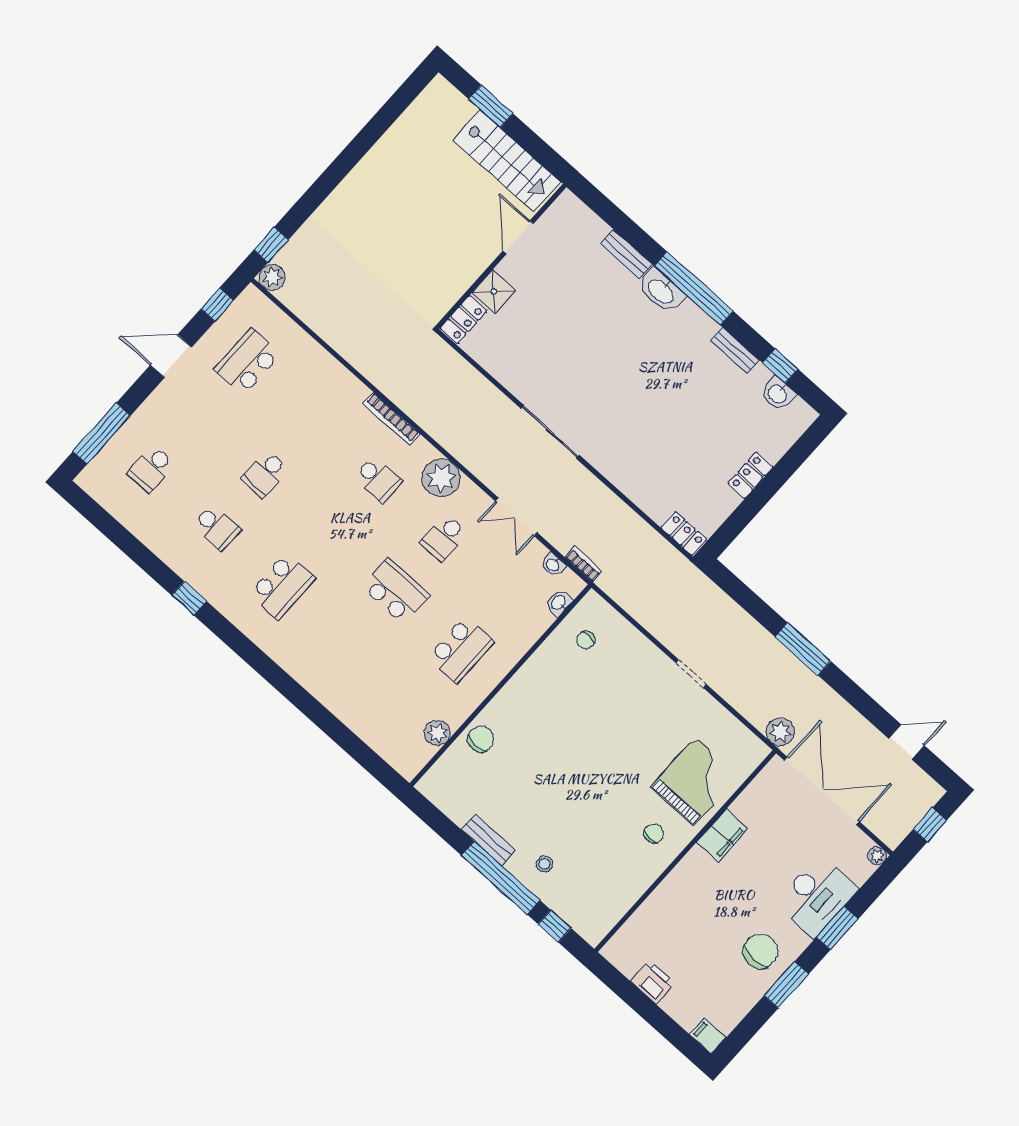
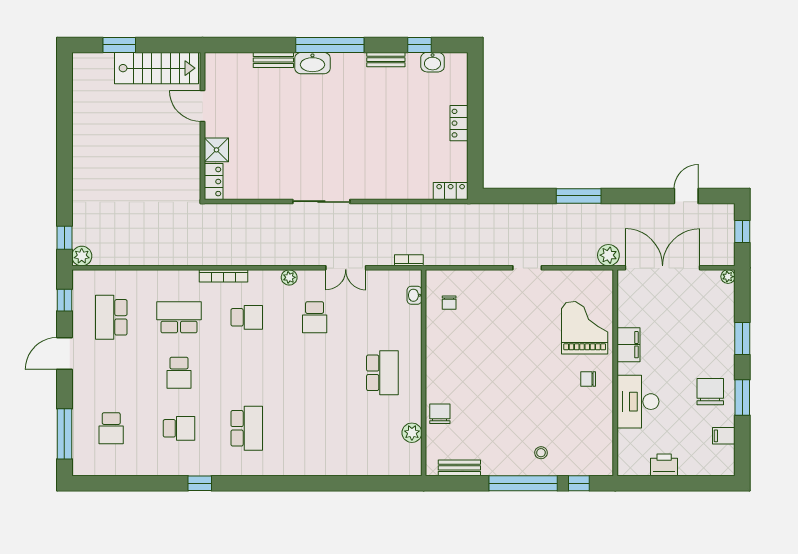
plant: (441, 478) -> (289, 277), width x0.53, depth x0.53
washbasin: (553, 565) -> (392, 276), removed
school desk: (395, 591) -> (179, 317), moved
chair: (654, 834) -> (588, 379), turned -90
bench: (488, 840) -> (459, 468), moved
desk: (817, 896) -> (638, 402), moved, turned 180
filing cabinet: (708, 1036) -> (724, 436), moved

